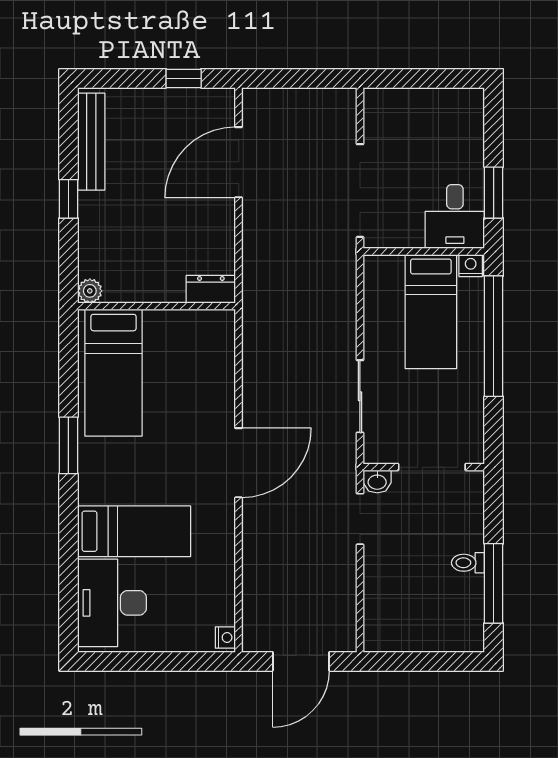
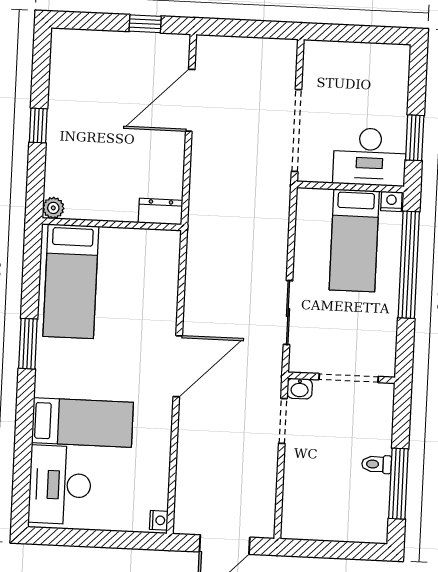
bench: (91, 142) -> (61, 76), removed
desk: (455, 216) -> (370, 157), width x1.37

